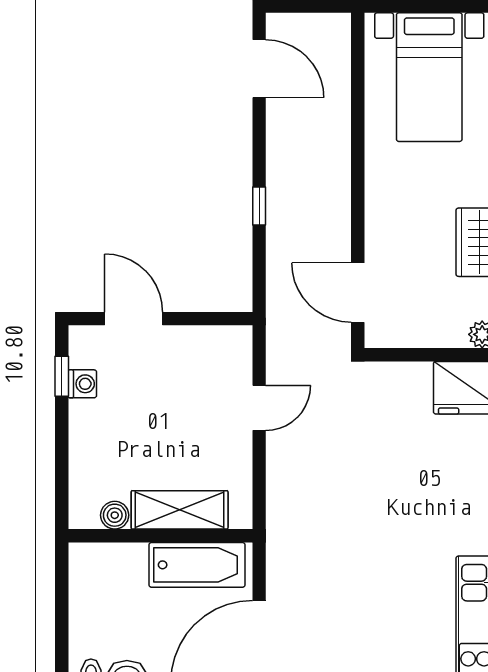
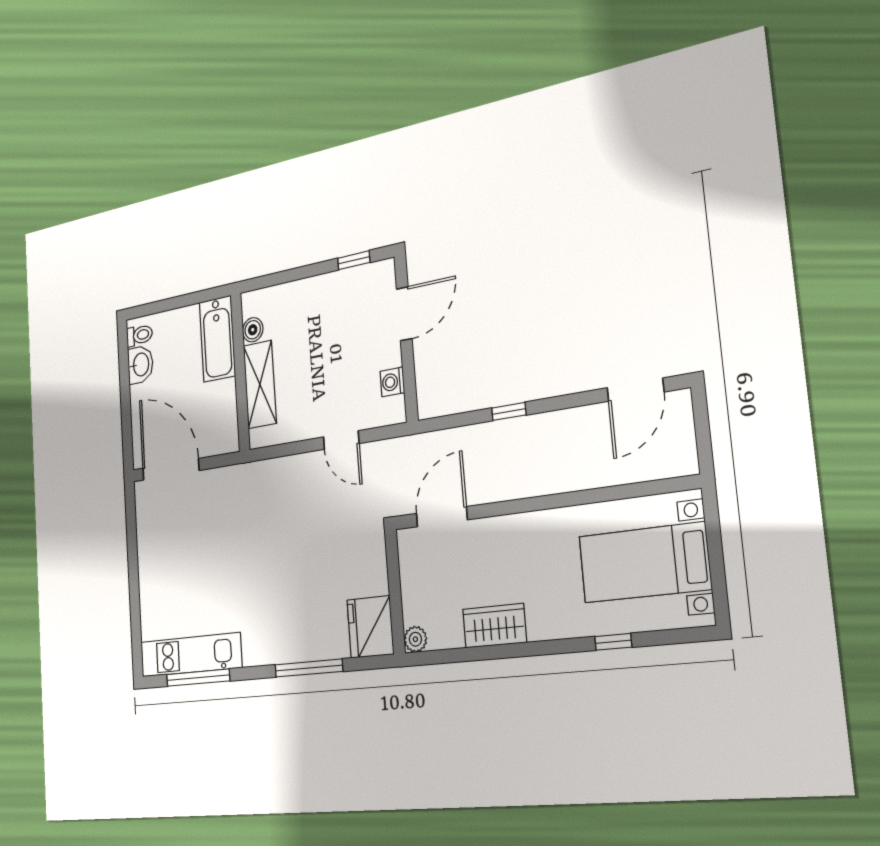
washing machine: (82, 384) -> (392, 382), moved, turned 90
bathtub: (197, 565) -> (217, 339), moved

